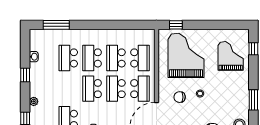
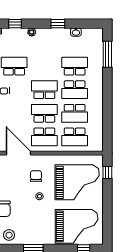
grand piano: (231, 56) -> (77, 226), width x1.37, depth x1.48
school desk: (92, 58) -> (75, 90), turned 180
school desk: (116, 58) -> (75, 113), turned 180

